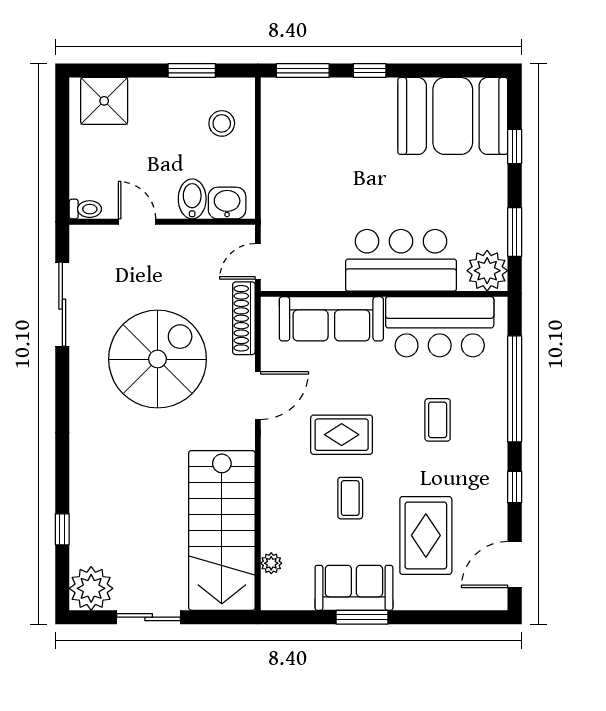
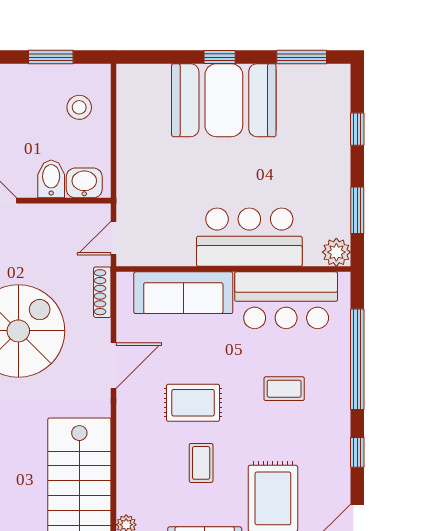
window: (303, 71) -> (302, 57), moved
booth: (453, 116) -> (224, 100), moved
plant: (487, 271) -> (336, 252), width x0.73, depth x0.73
shoe rack: (244, 318) -> (102, 292), width x0.74, depth x0.81
coffee table: (438, 420) -> (284, 389), turned 90

